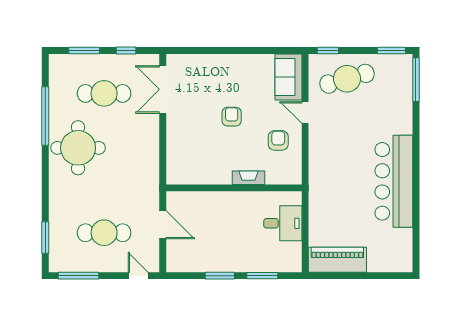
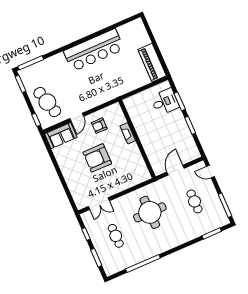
double door: (163, 89) -> (99, 204), width x0.73
cafe table: (104, 93) -> (116, 236), width x0.73, depth x0.74
armchair: (232, 117) -> (97, 158), width x1.88, depth x1.88
round table: (78, 148) -> (150, 212), moved
desk: (283, 223) -> (165, 102), moved, turned 90
cafe table: (104, 233) -> (195, 201), width x0.73, depth x0.74
door: (138, 276) -> (210, 172), hinge flipped

